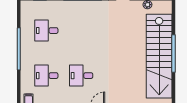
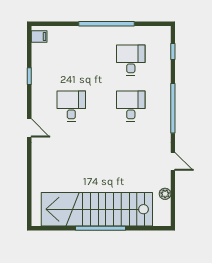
desk: (46, 76) -> (131, 106), moved

